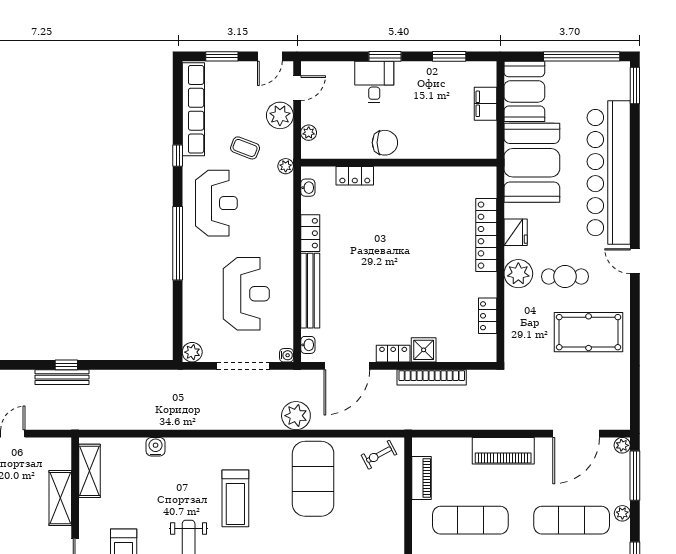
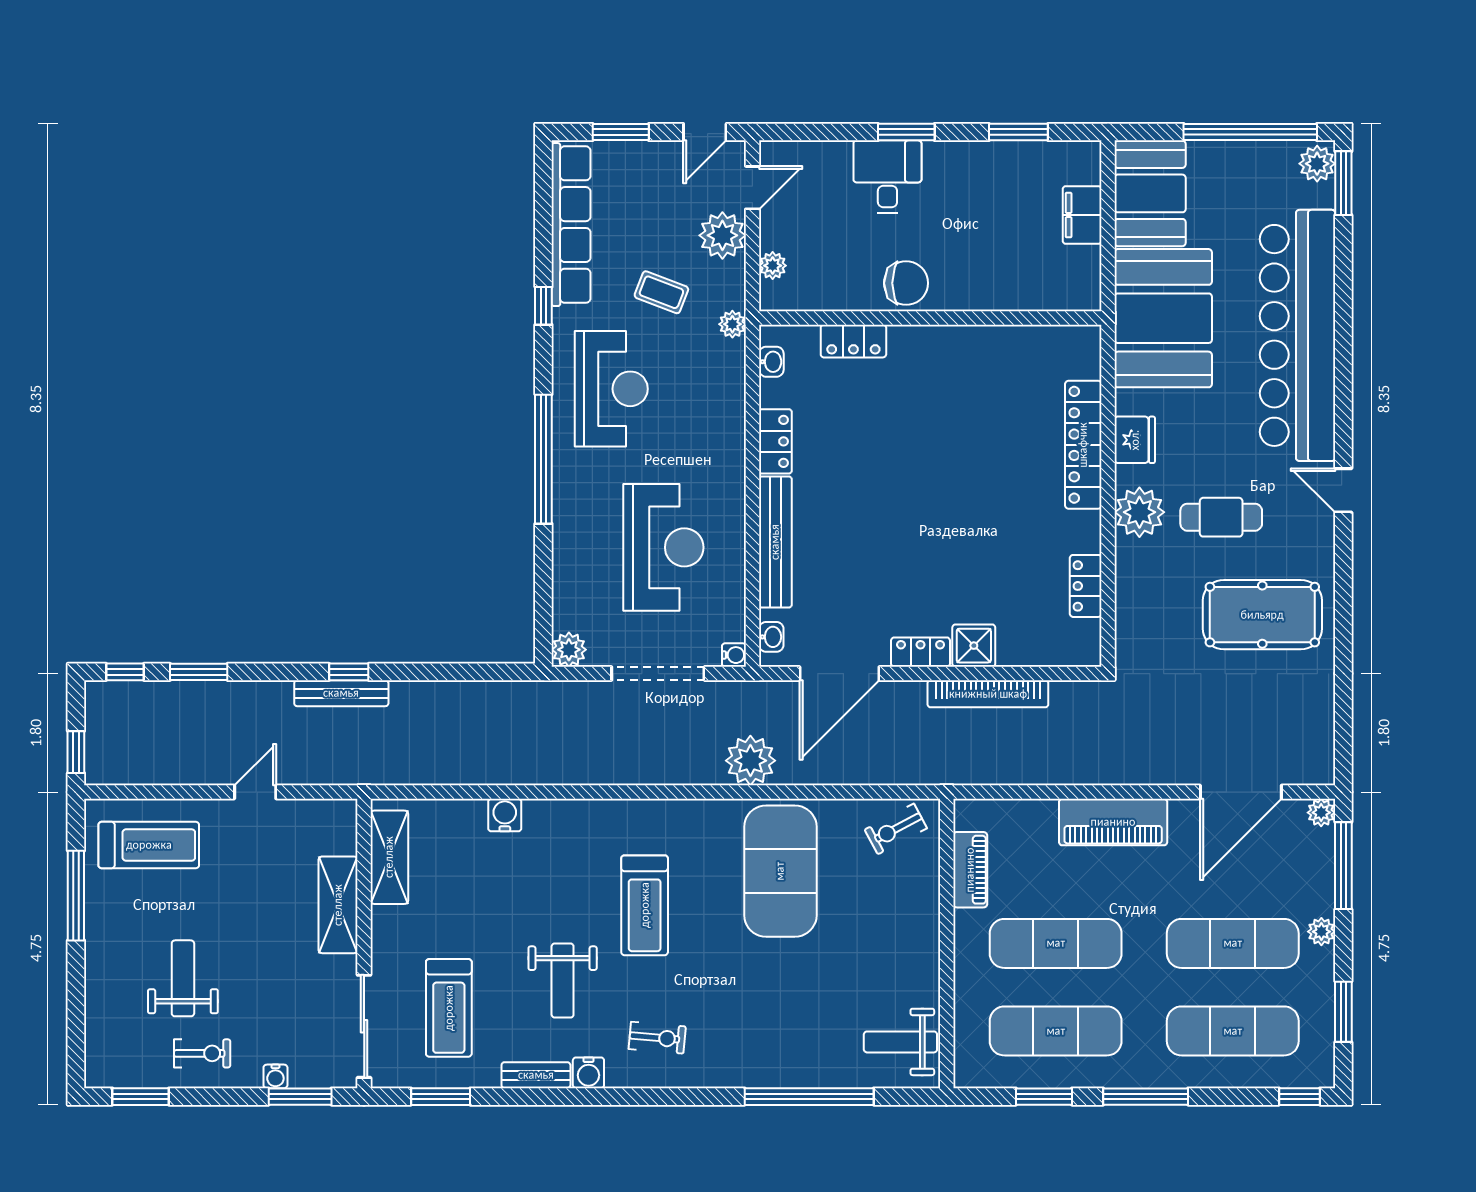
plant: (620, 74) -> (1317, 164), added

